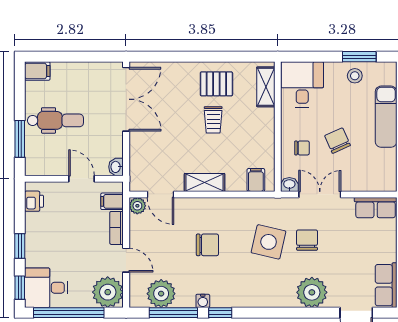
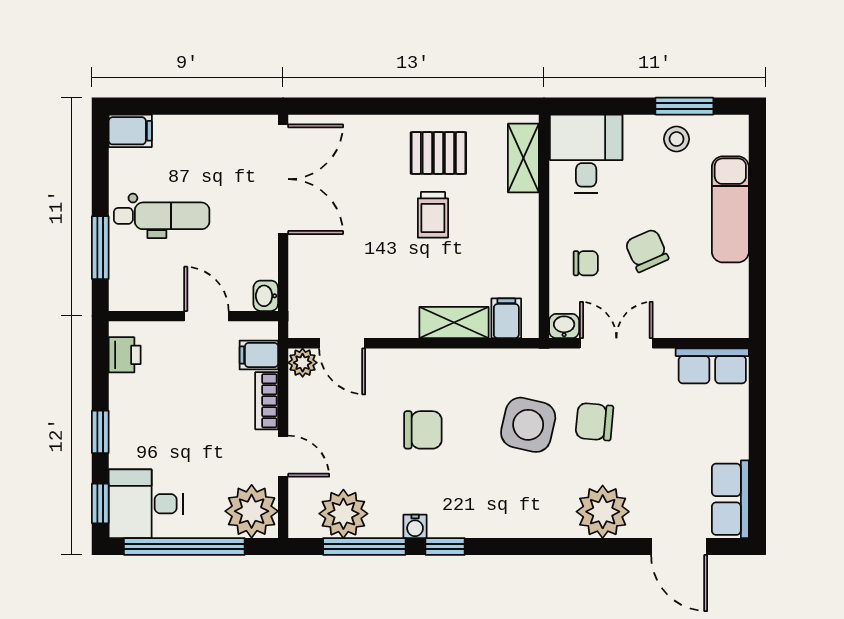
shelving: (205, 182) -> (454, 323), moved
chair: (307, 240) -> (594, 422), turned -85

